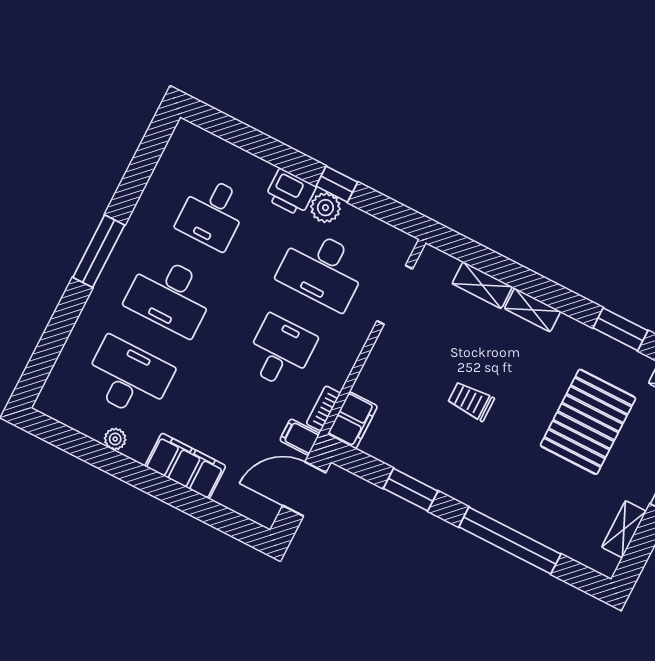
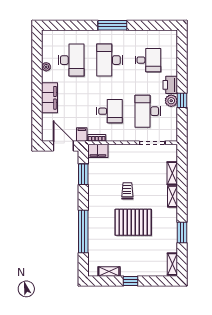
desk: (212, 213) -> (148, 60), turned 180
pallet: (588, 422) -> (133, 222), moved
window: (411, 490) -> (83, 174), moved

